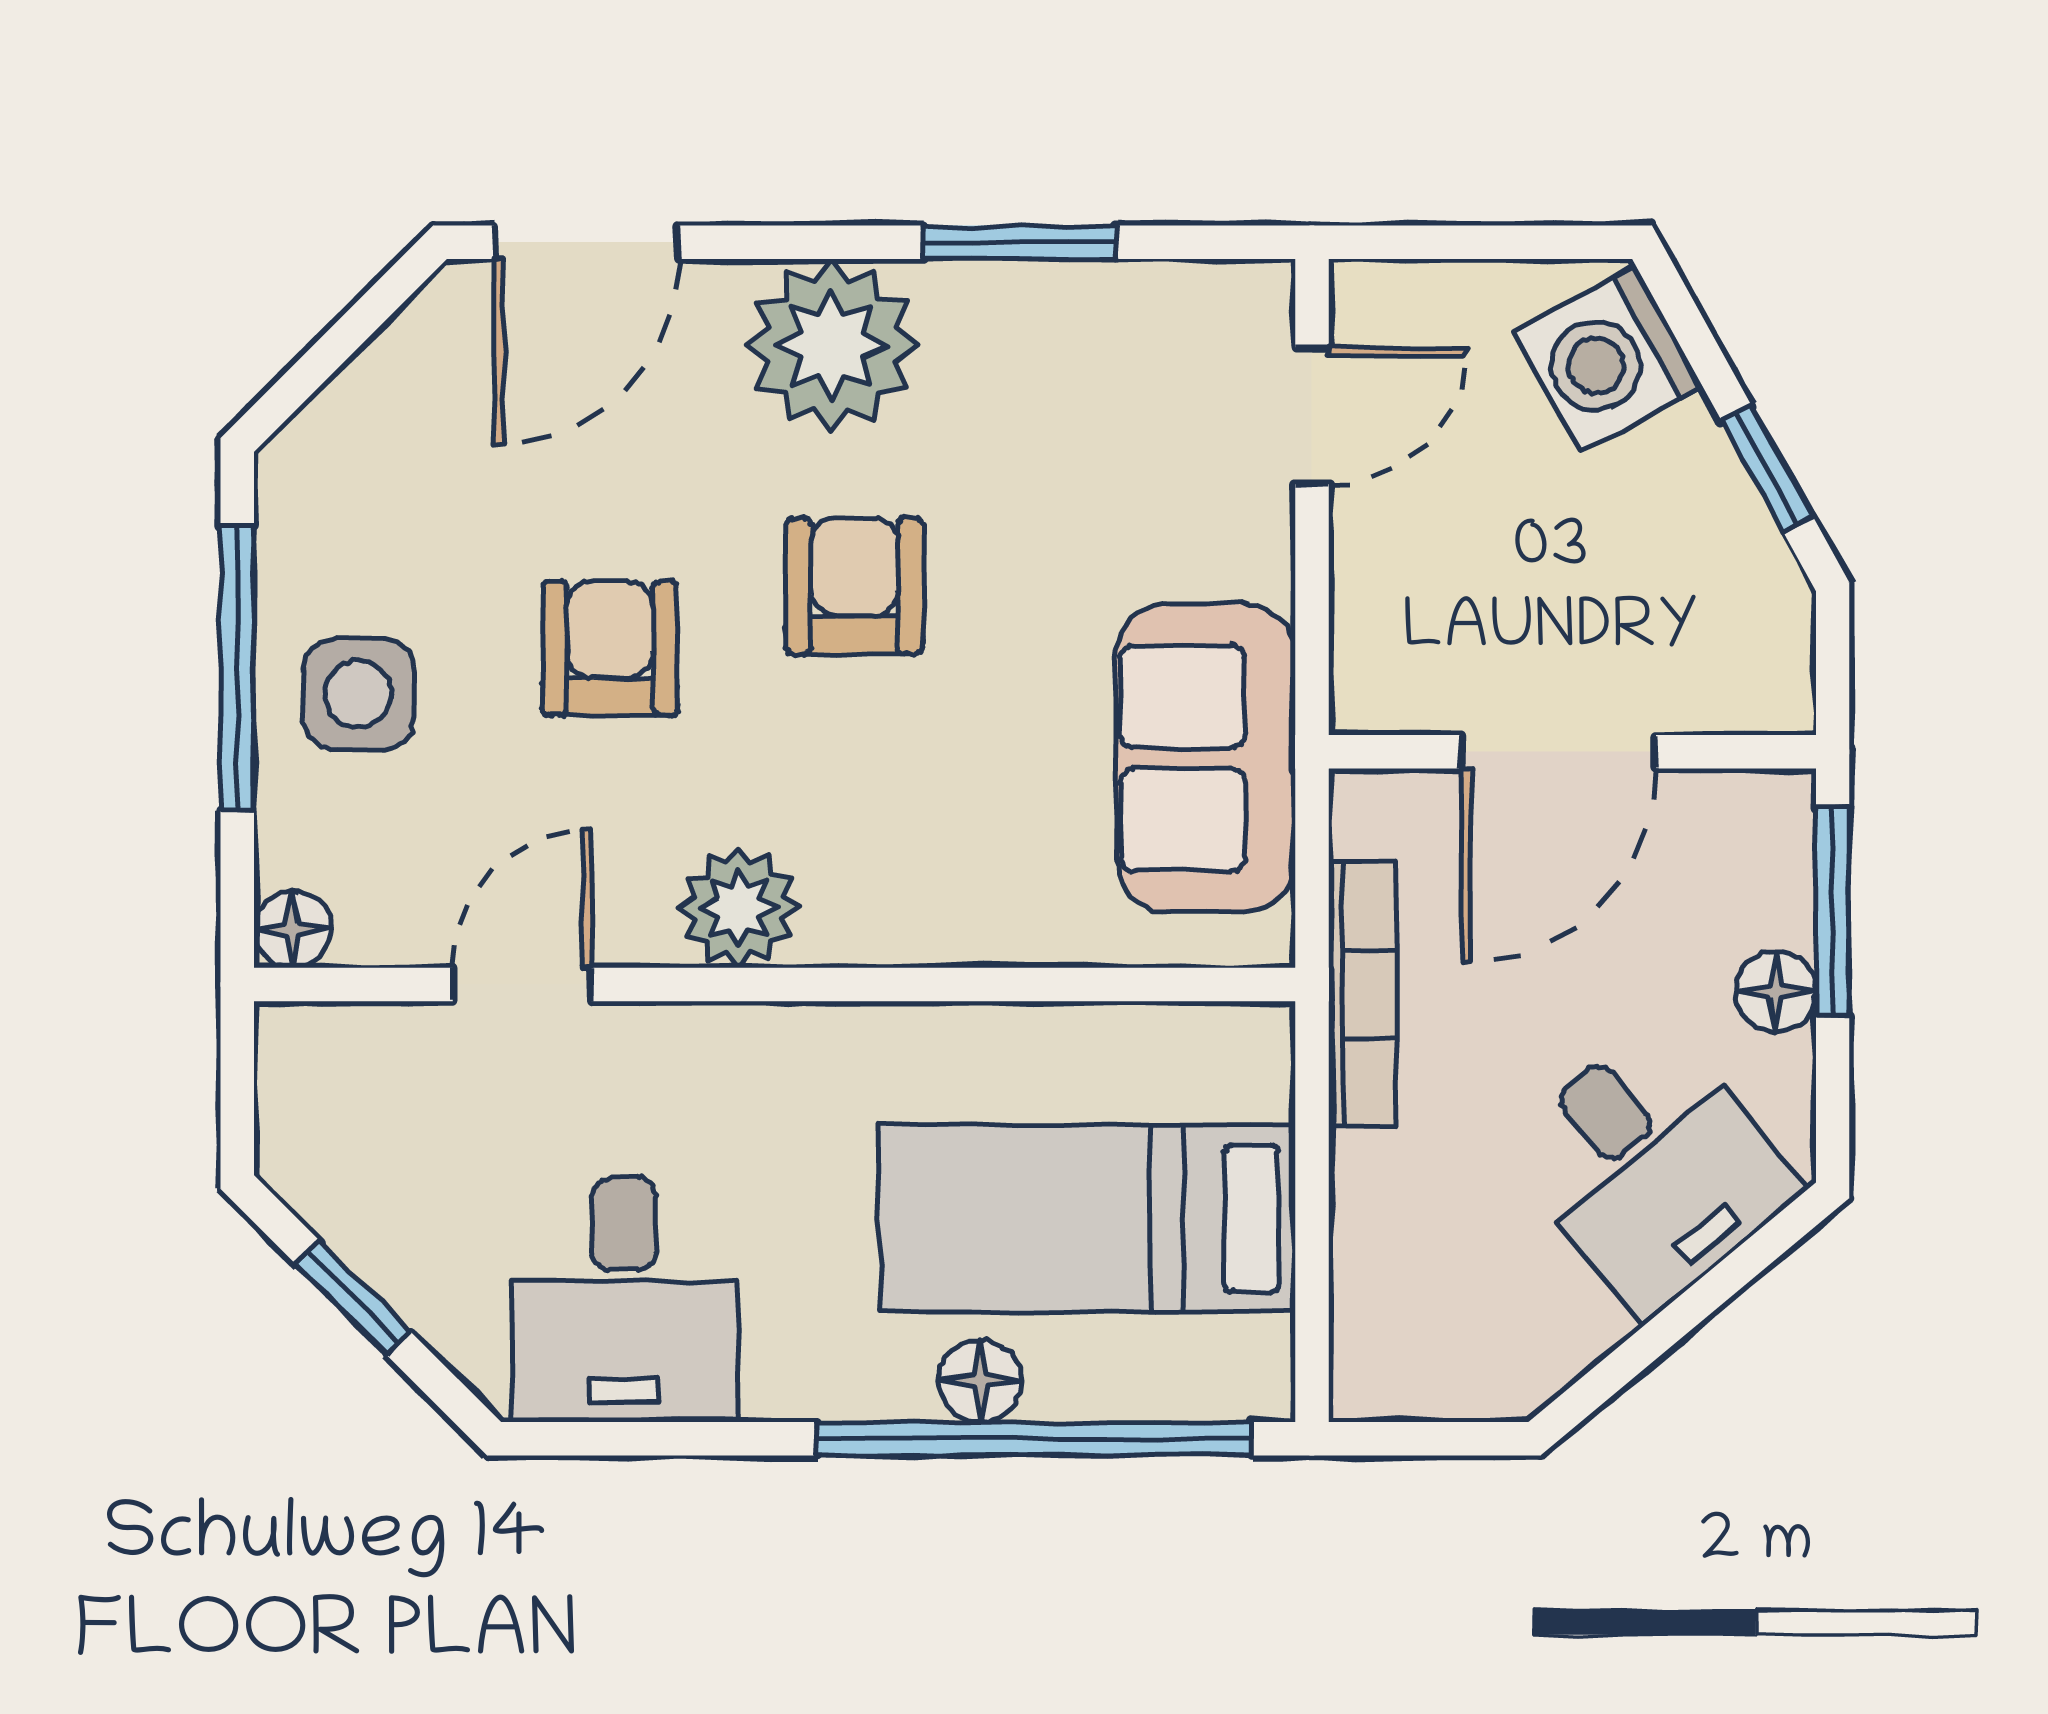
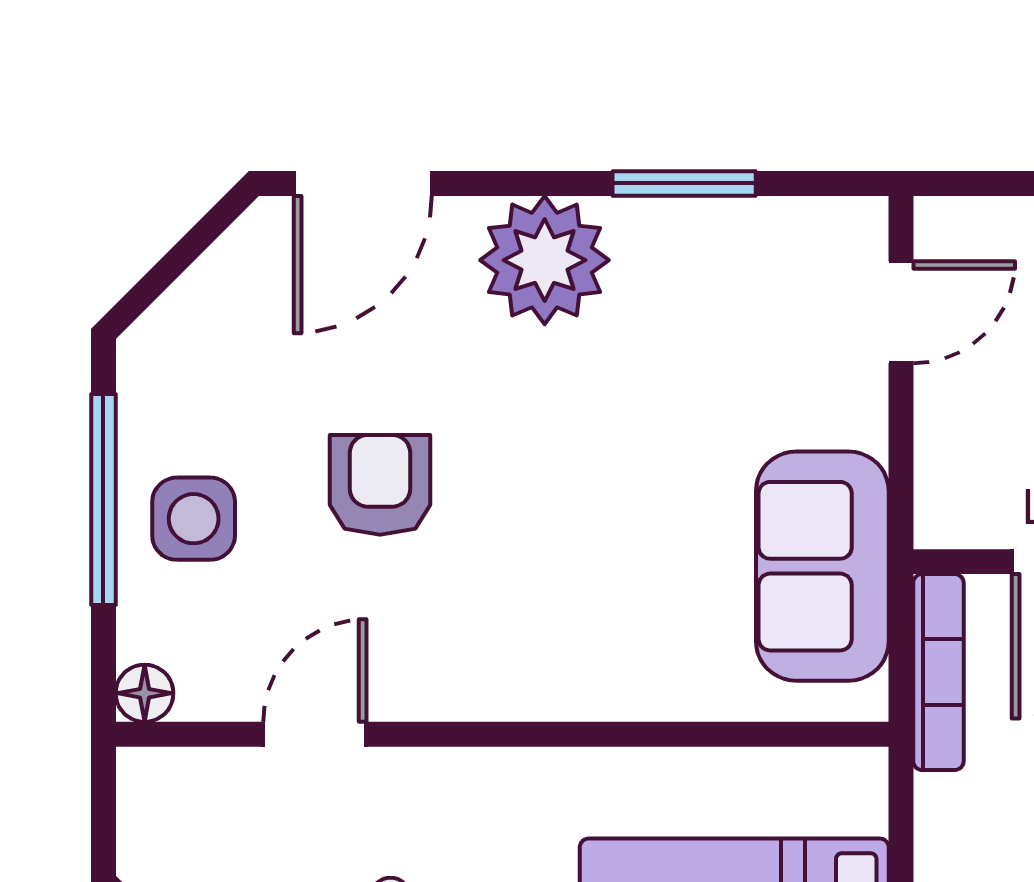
armchair: (854, 586) -> (562, 438), removed
plant: (739, 908) -> (476, 678), removed
bookcase: (1362, 994) -> (938, 672), moved

